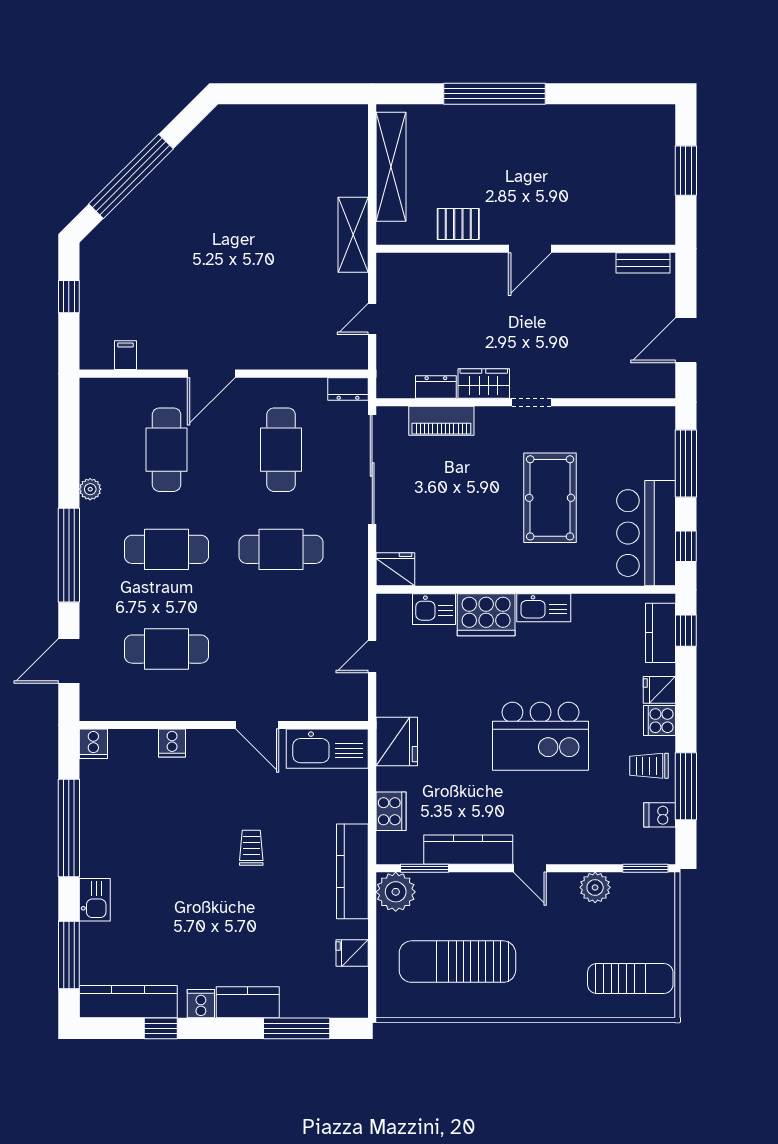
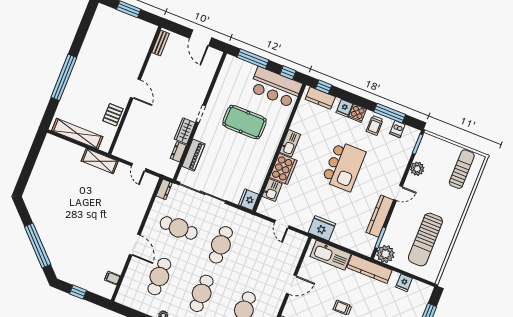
cafe table: (166, 450) -> (159, 277), turned 90
kitchen sink: (327, 749) -> (330, 255), moved, turned 90
cooker: (391, 811) -> (350, 242), removed

